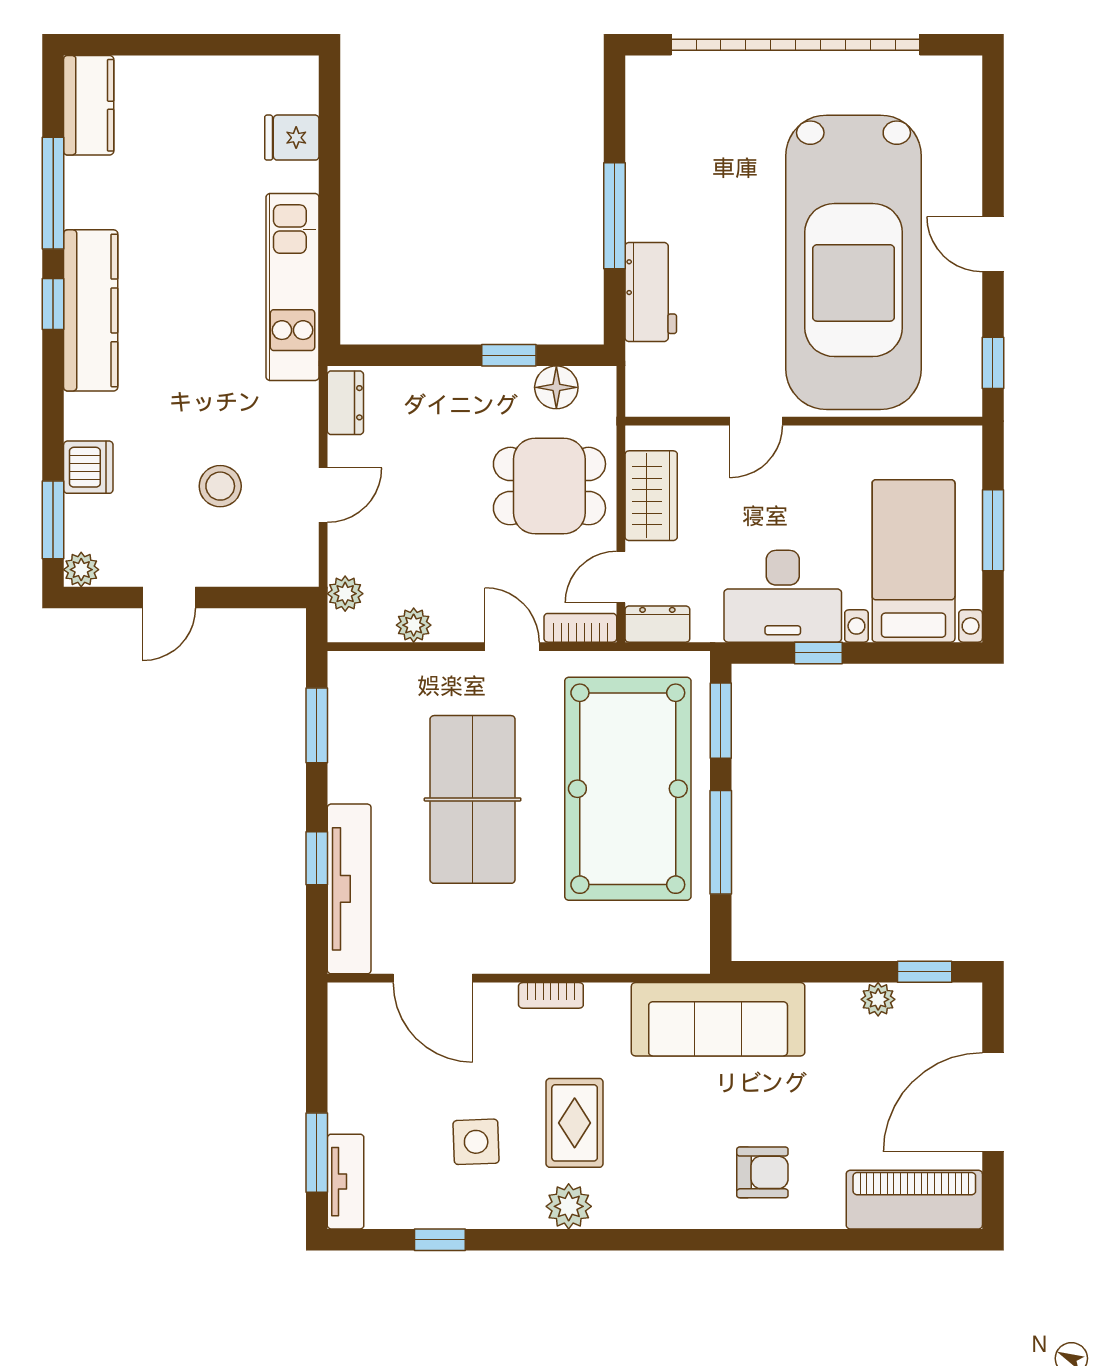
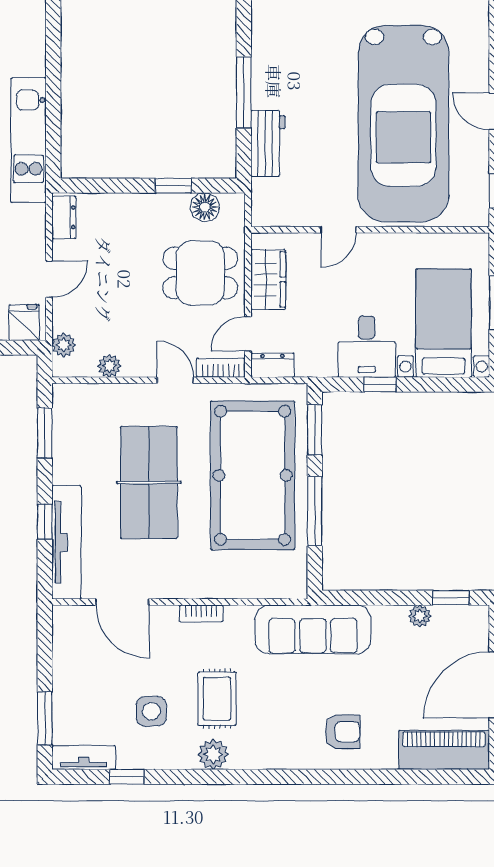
fridge: (292, 138) -> (24, 322), moved, turned 90
desk: (783, 596) -> (367, 347), width x0.73
tv unit: (346, 1182) -> (84, 757), moved, turned -90

